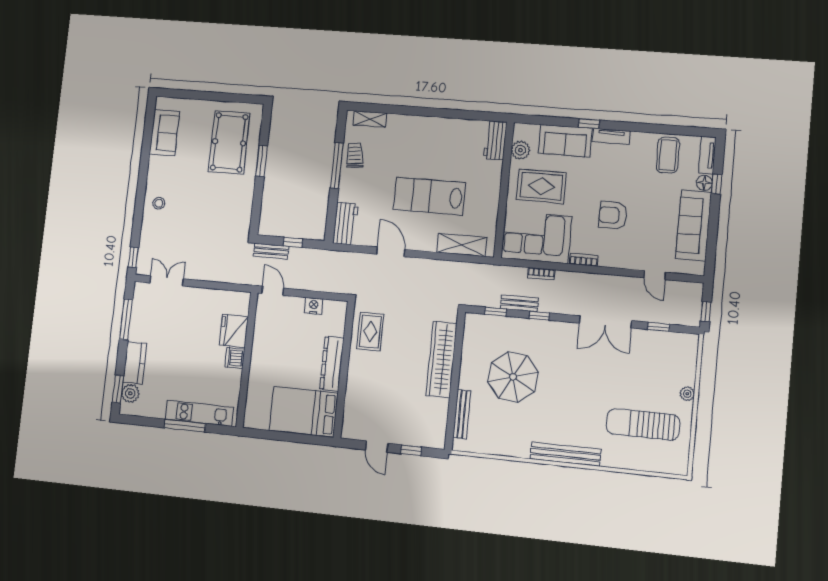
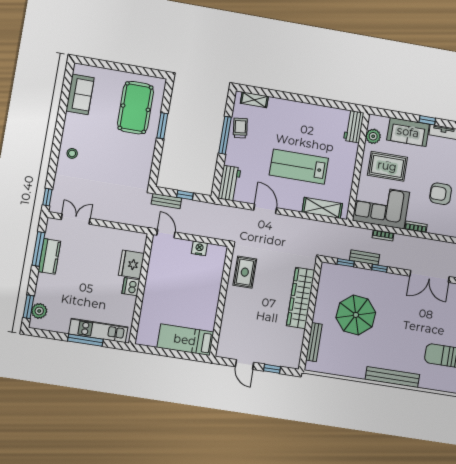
kitchen counter: (135, 363) -> (49, 256), moved
dresser: (332, 364) -> (212, 296), removed
bed: (304, 412) -> (185, 340), width x0.67

